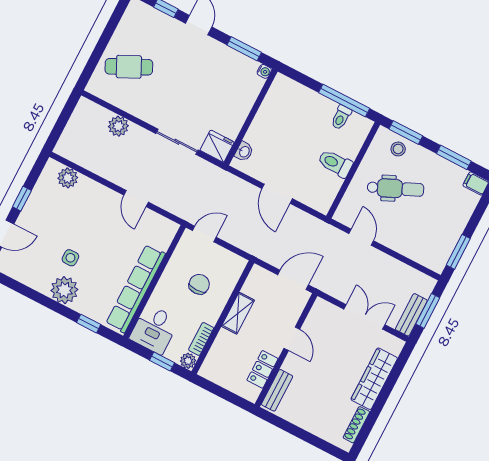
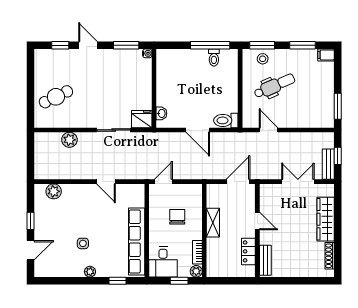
toilet: (335, 163) -> (226, 120), moved
plant: (64, 290) -> (90, 272), width x0.53, depth x0.53
window: (428, 311) -> (338, 156), width x0.67

